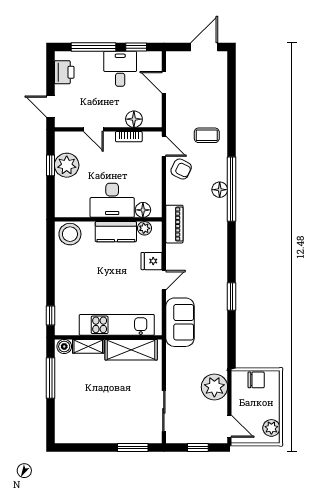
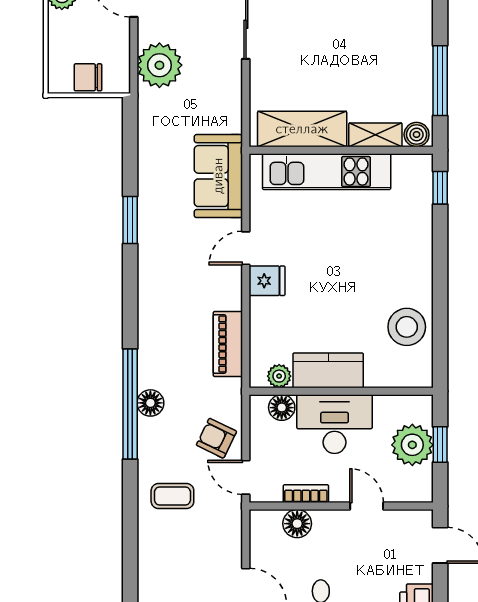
desk: (112, 200) -> (335, 424), moved
floor lamp: (143, 210) -> (282, 408), moved
wall: (108, 219) -> (341, 391), moved
plant: (145, 228) -> (279, 376), moved
kitchen counter: (116, 232) -> (328, 370), moved

